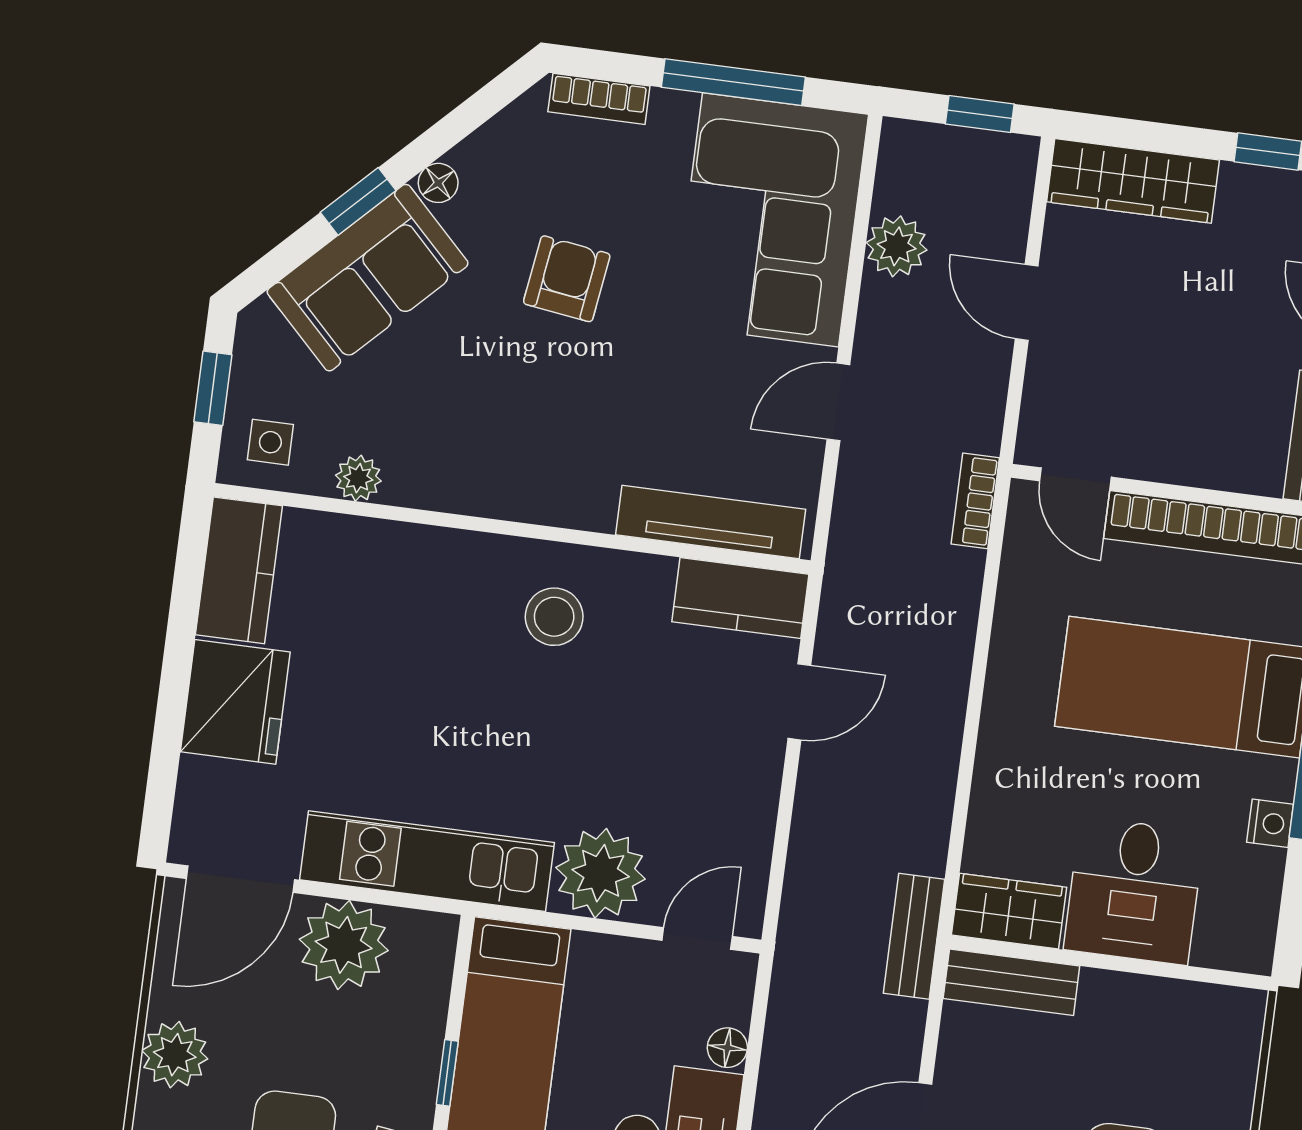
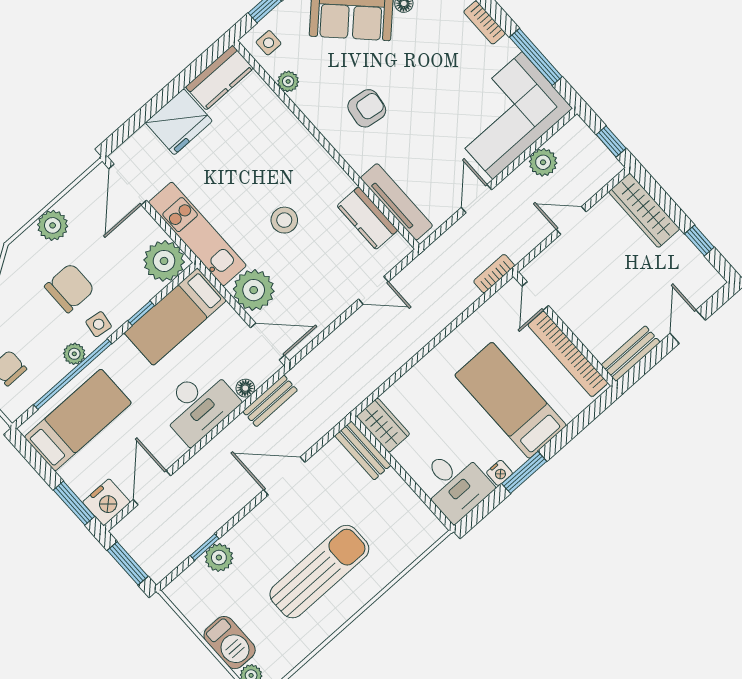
armchair: (567, 279) -> (367, 108), moved
door: (1027, 302) -> (571, 220), hinge flipped
door: (838, 402) -> (476, 199), hinge flipped
kitchen counter: (740, 598) -> (367, 218), moved
stool: (554, 617) -> (284, 220), moved
door: (240, 879) -> (128, 184), hinge flipped
desk: (1134, 891) -> (455, 484), moved, turned -90
bench: (914, 936) -> (270, 401), moved
door: (697, 938) -> (268, 341), width x1.38
plant: (344, 945) -> (164, 261), moved

